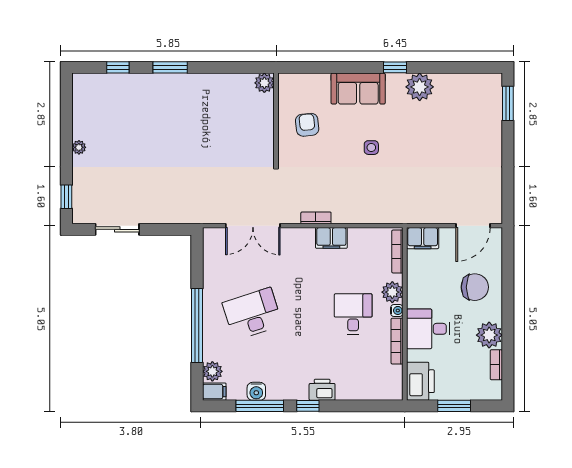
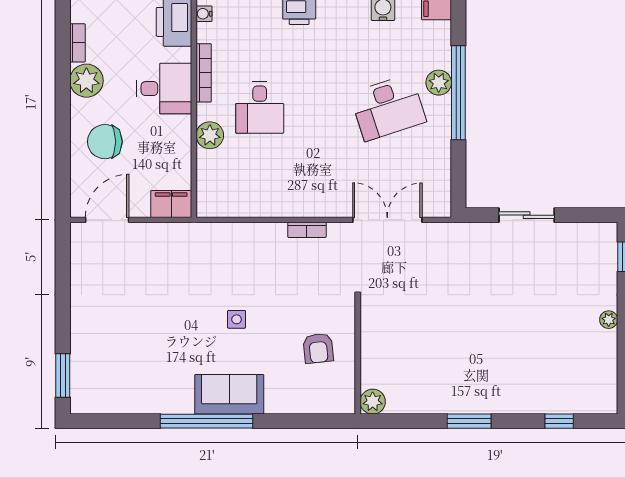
window: (170, 67) -> (469, 421), moved
window: (395, 67) -> (206, 421), width x3.17
plant: (420, 87) -> (175, 396), removed
sofa: (358, 89) -> (229, 394), moved
sliding door: (117, 229) -> (527, 215), moved
filing cabinet: (331, 238) -> (287, 204), removed
bookcase: (397, 251) -> (203, 187), removed
water cooler: (397, 310) -> (204, 14), moved
plant: (212, 371) -> (439, 83), moved

